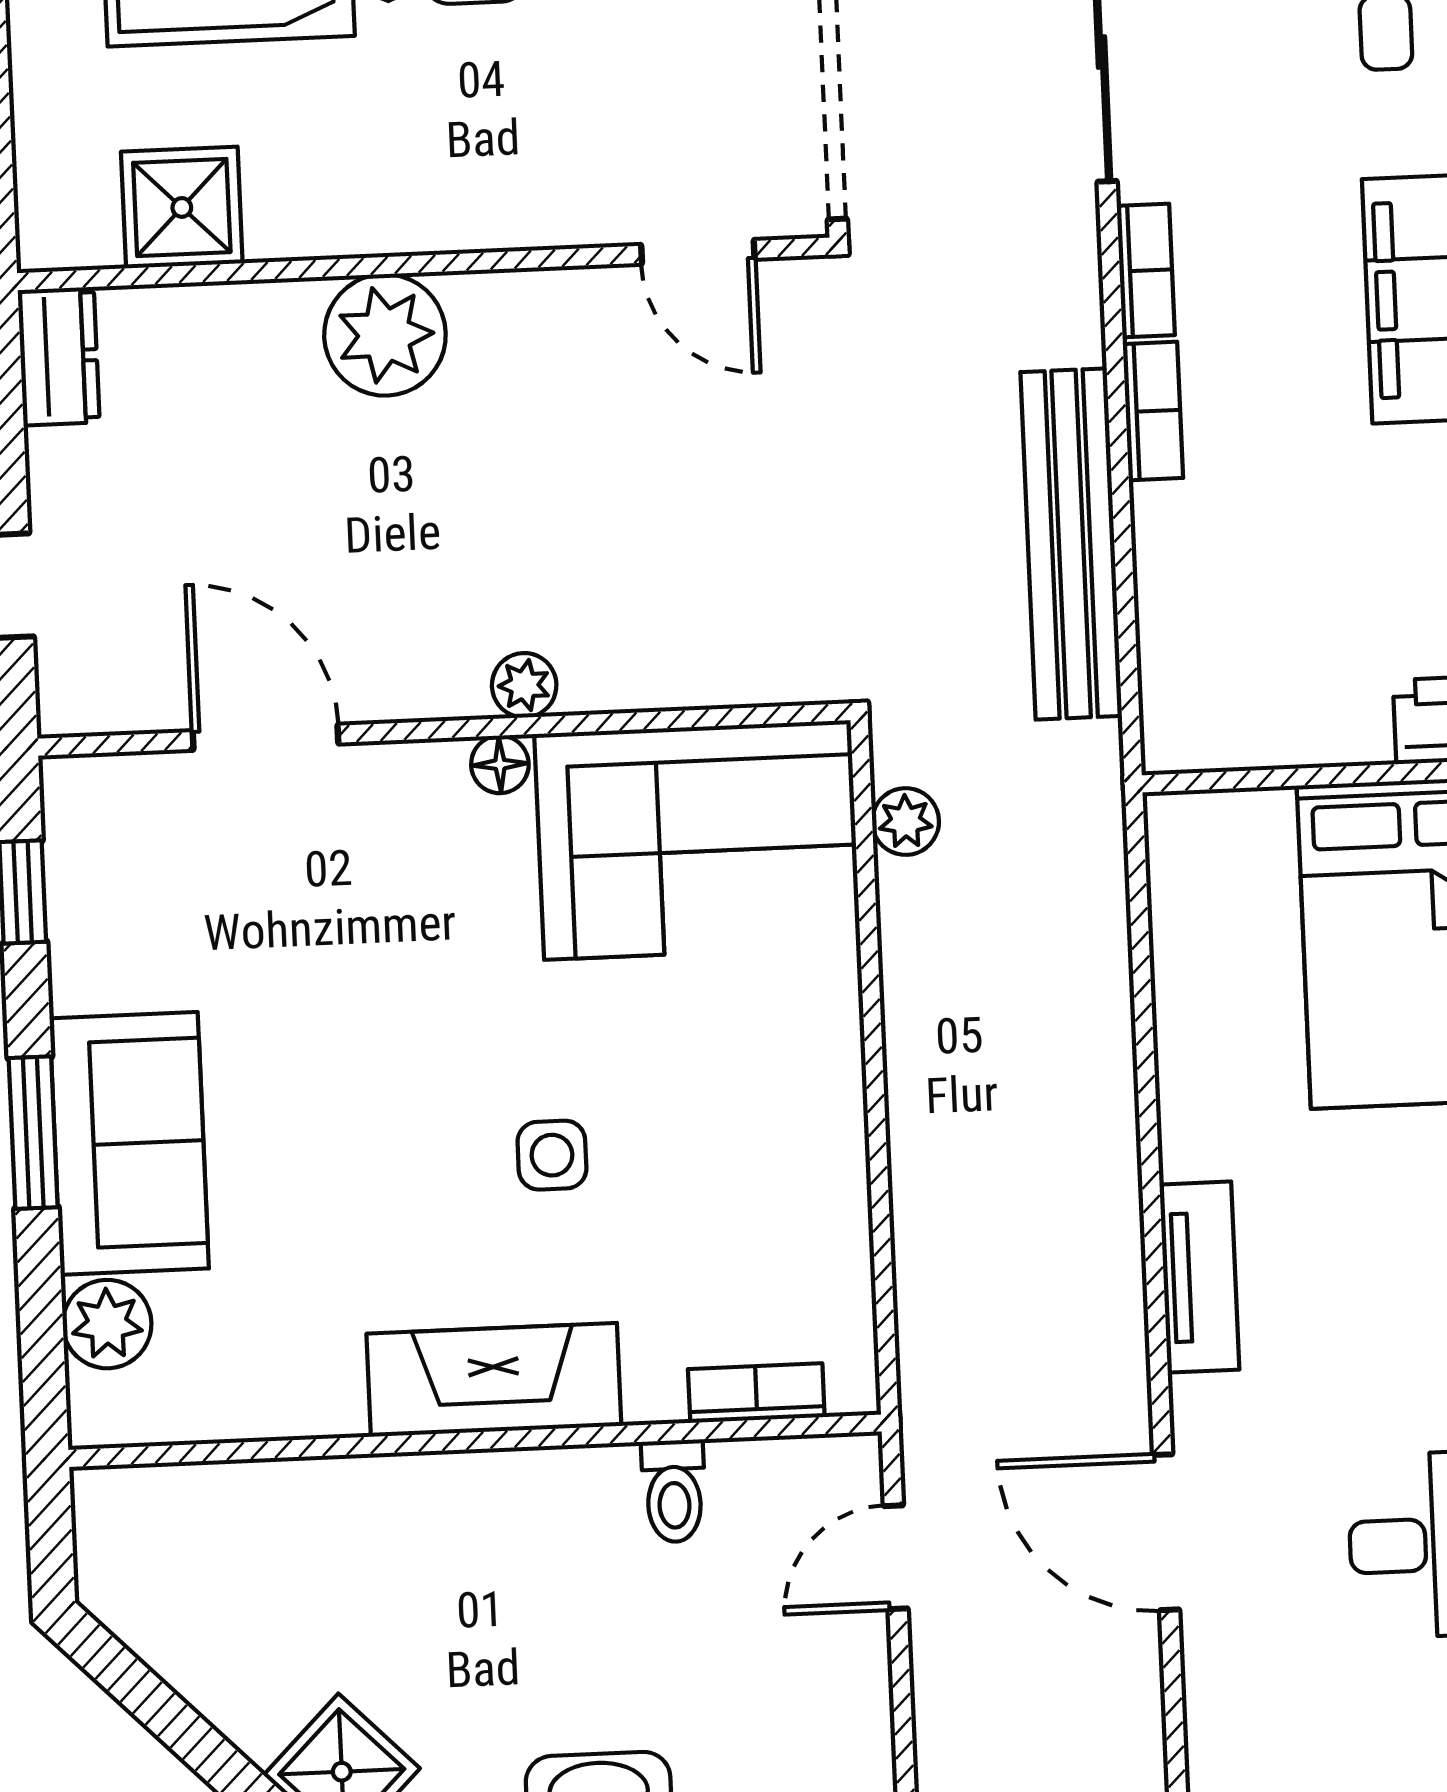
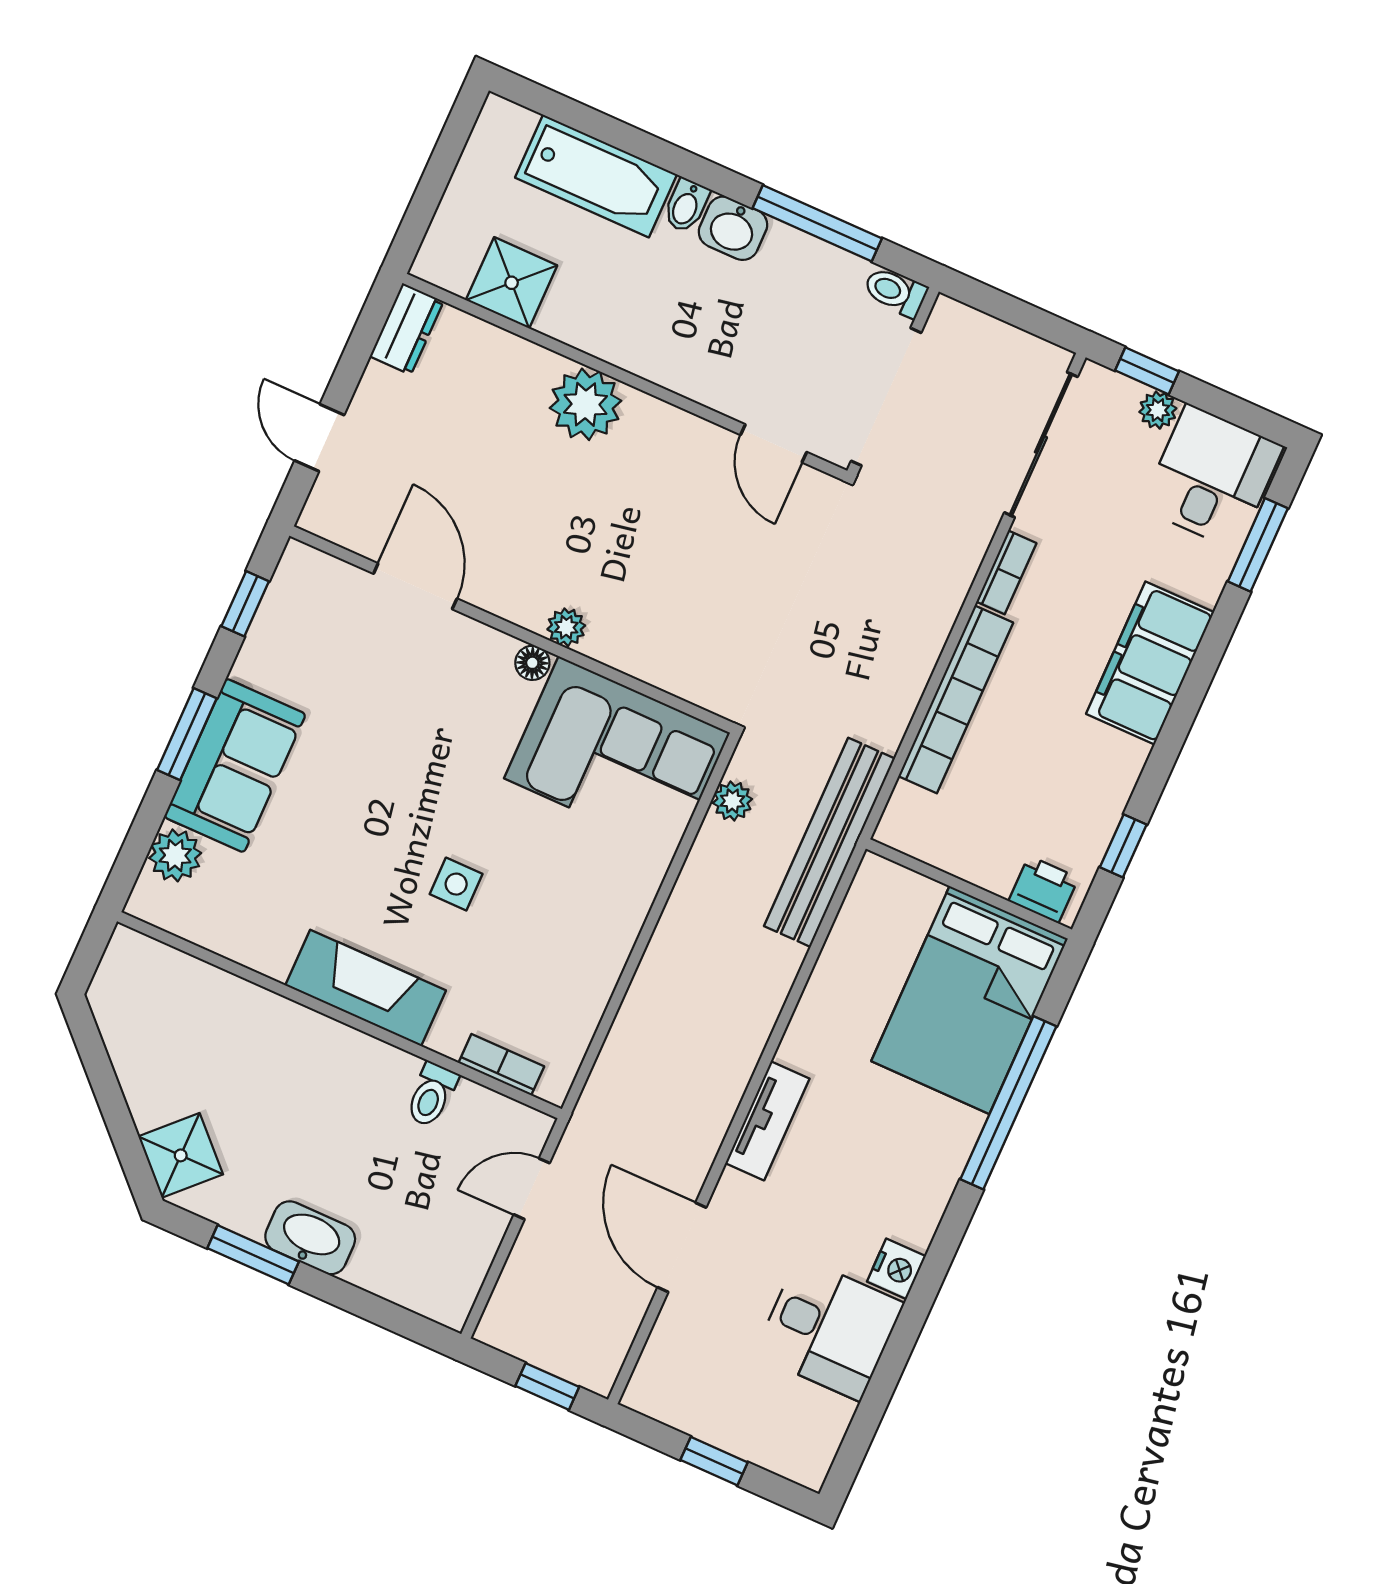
bookcase: (1153, 411) -> (956, 699), width x2.31, depth x1.31
bench: (1071, 544) -> (829, 842), moved

